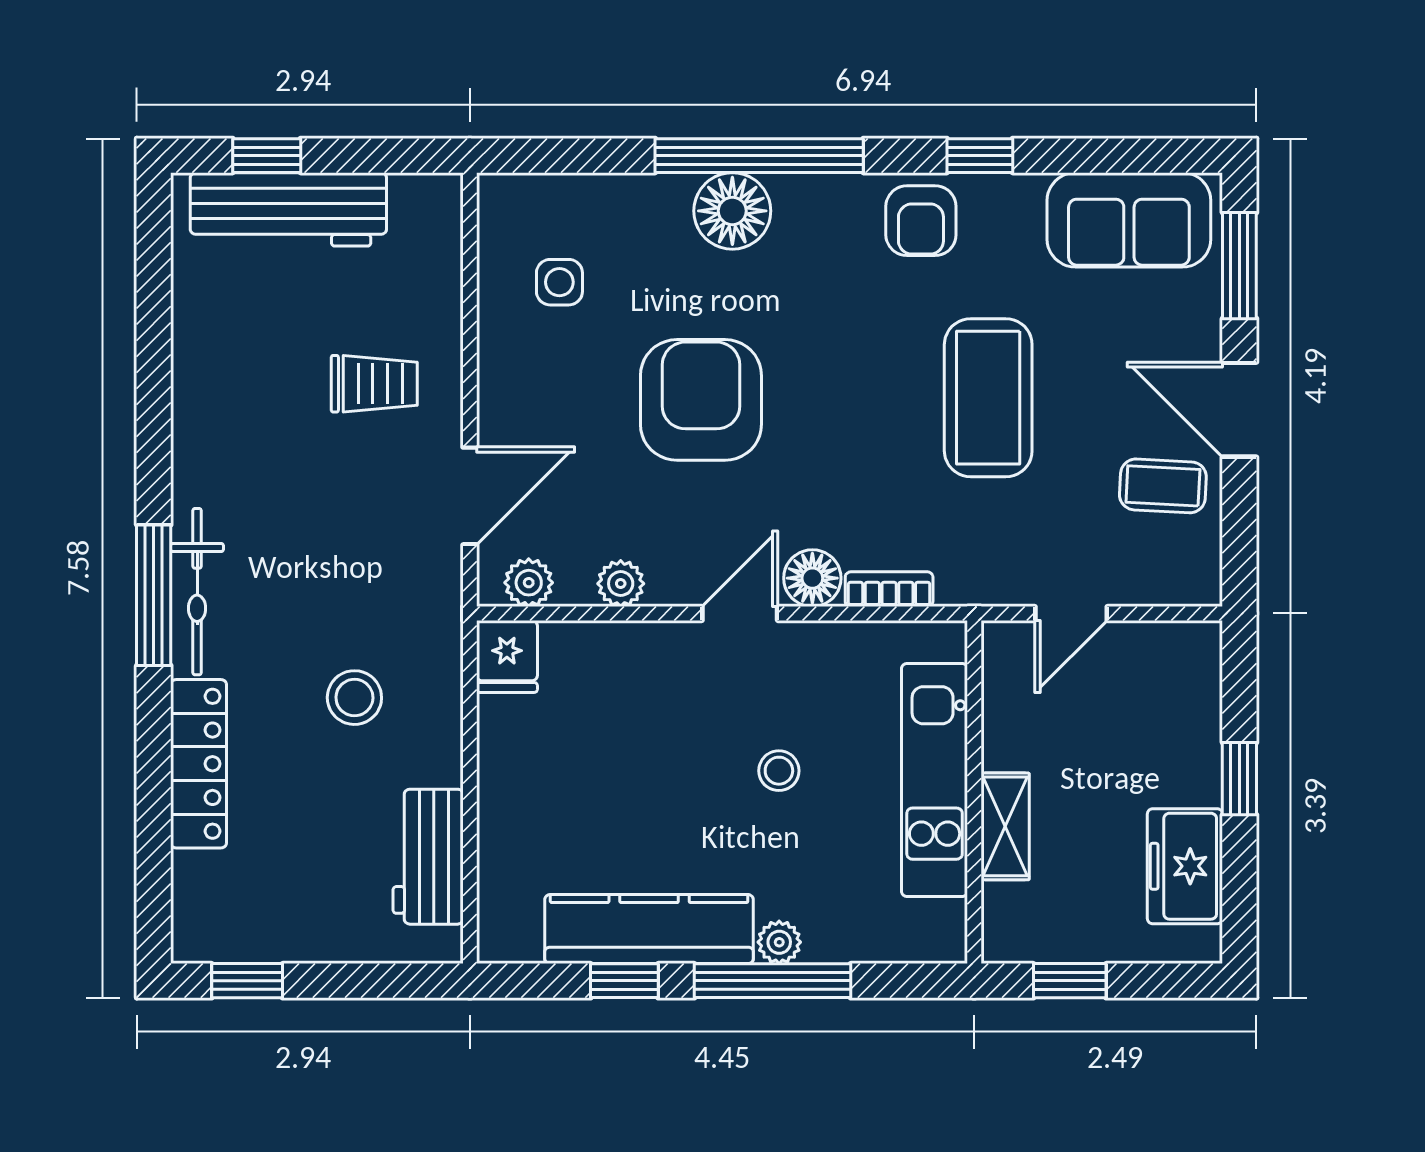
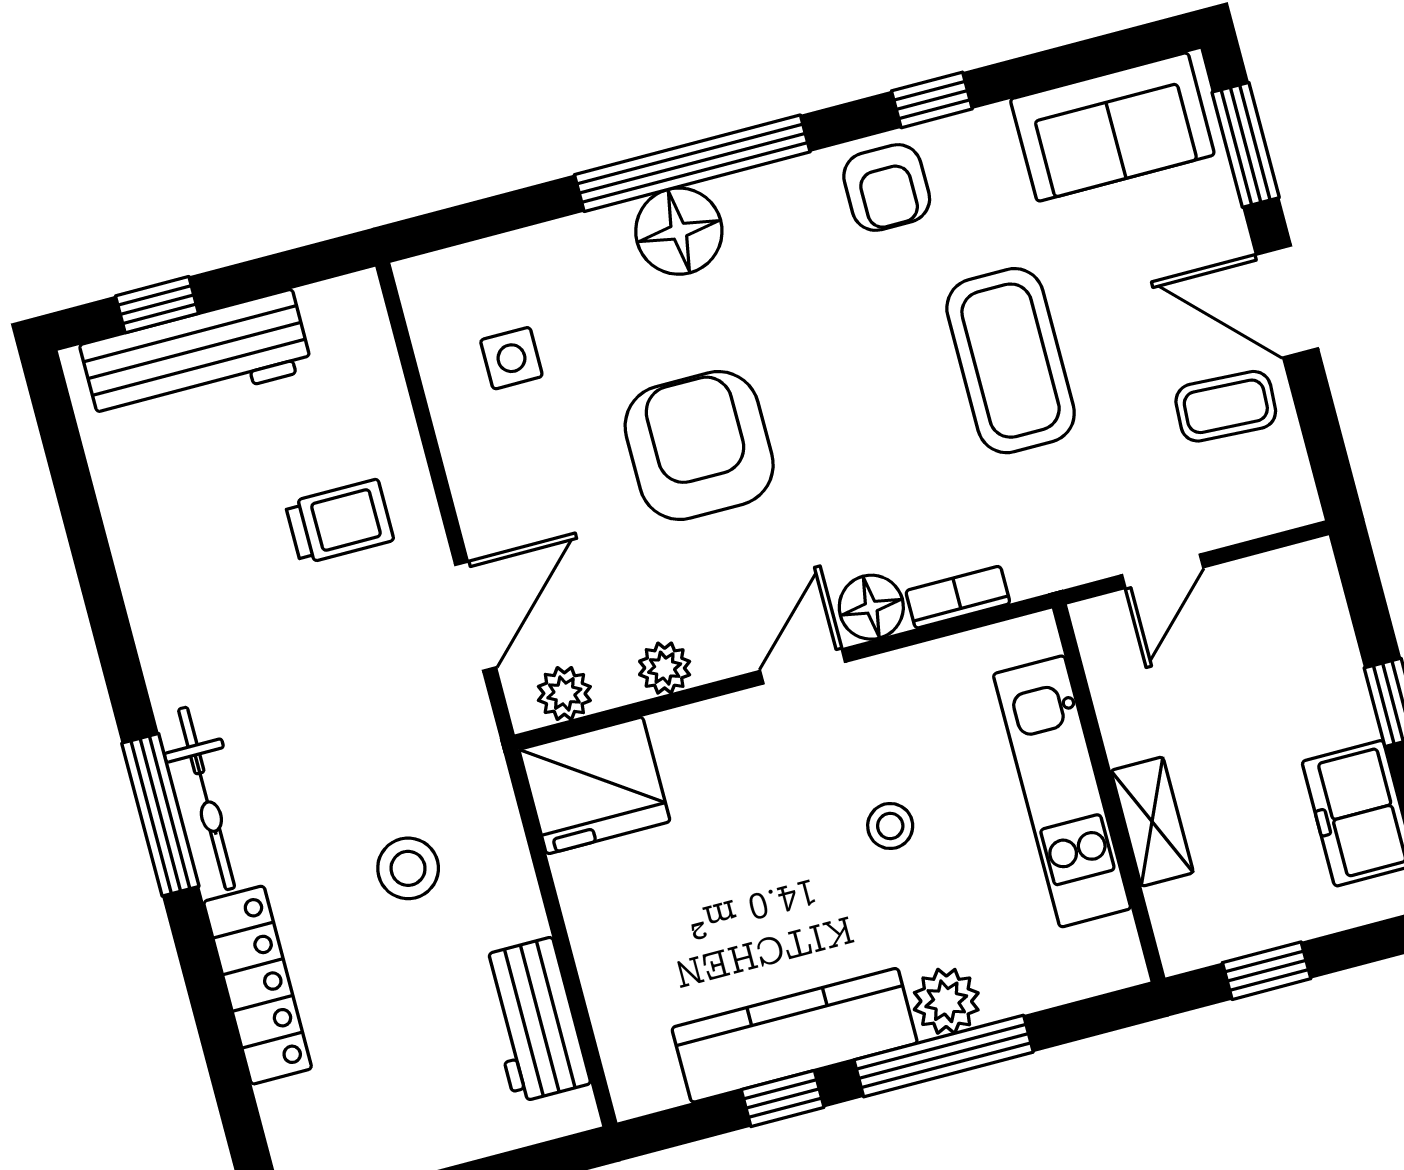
fridge: (507, 656) -> (595, 785), width x1.88, depth x1.34
plant: (779, 942) -> (946, 1001), width x1.38, depth x1.38

